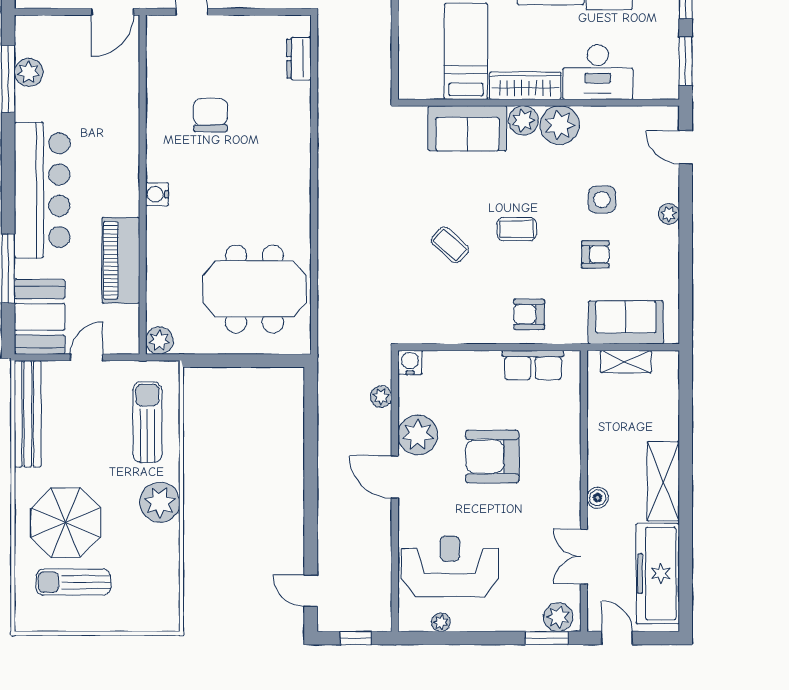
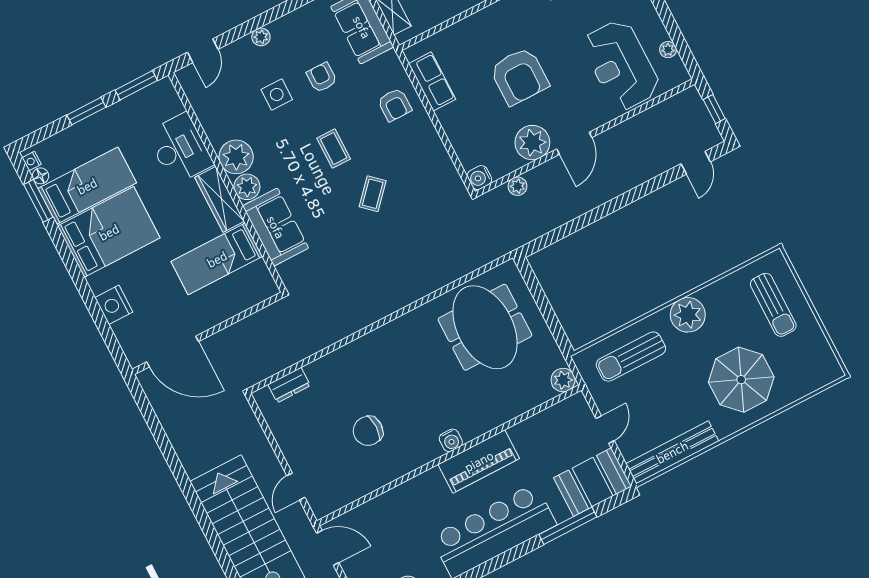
piano: (121, 260) -> (479, 461), moved
door: (87, 357) -> (605, 430), swing flipped
sun lounger: (73, 582) -> (773, 305), moved

